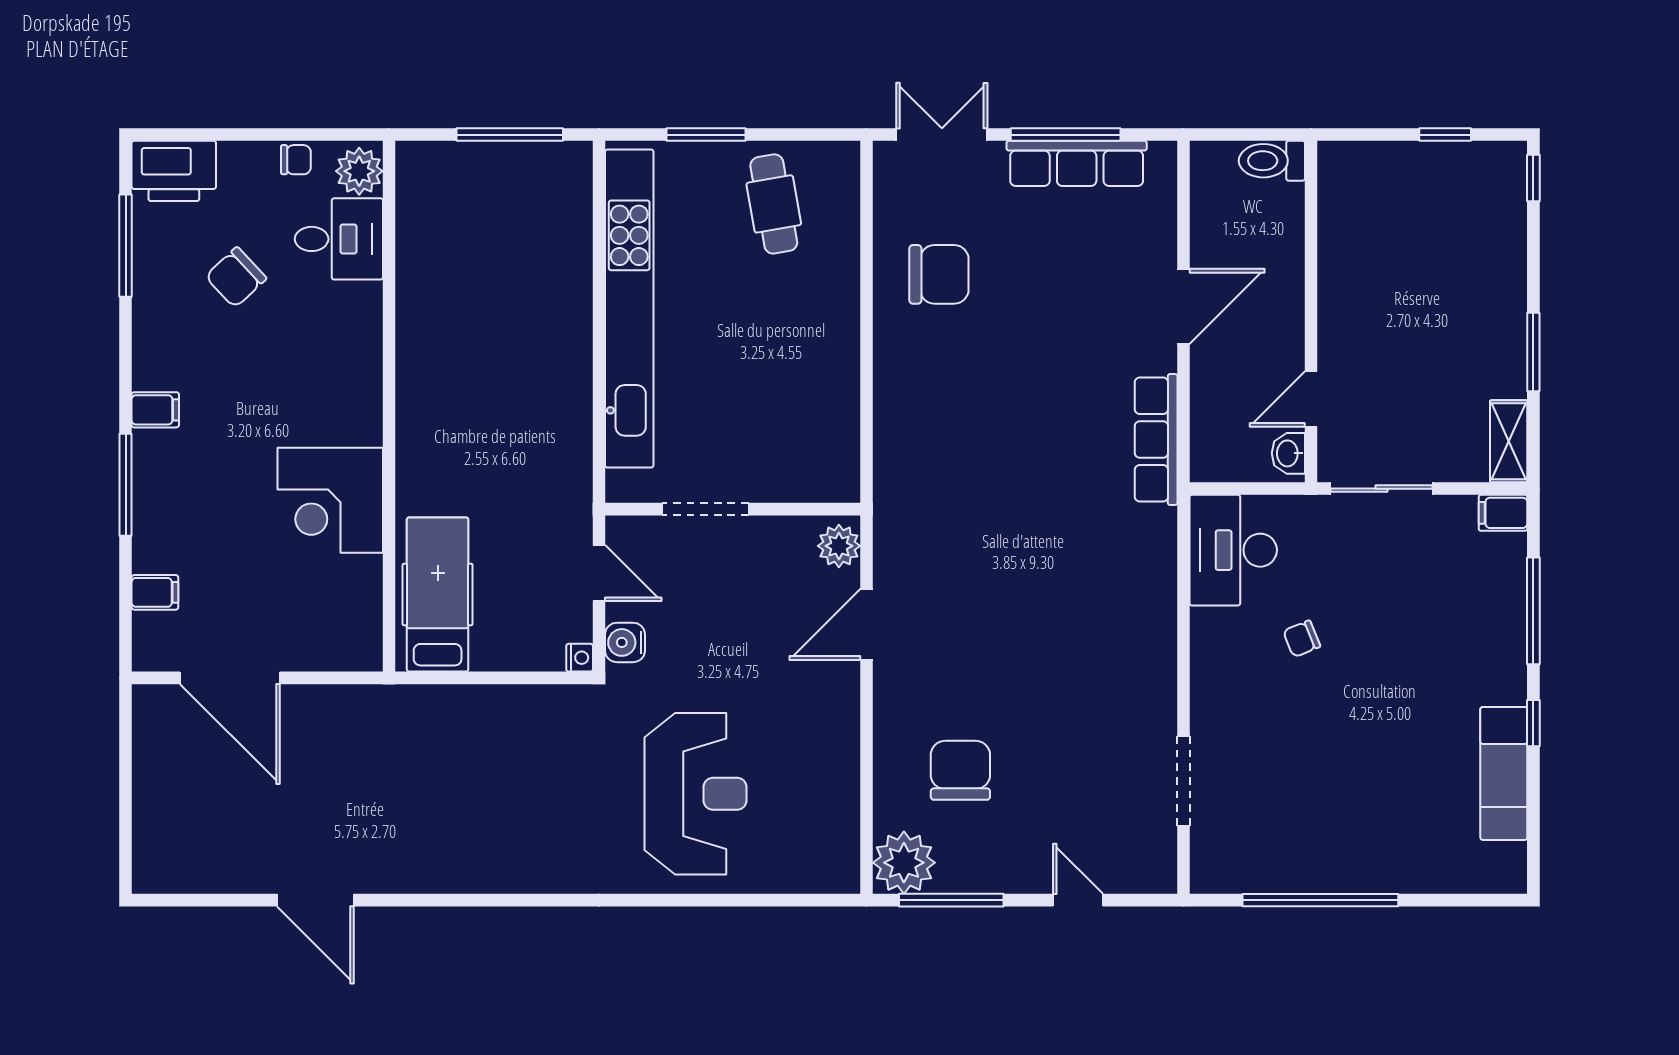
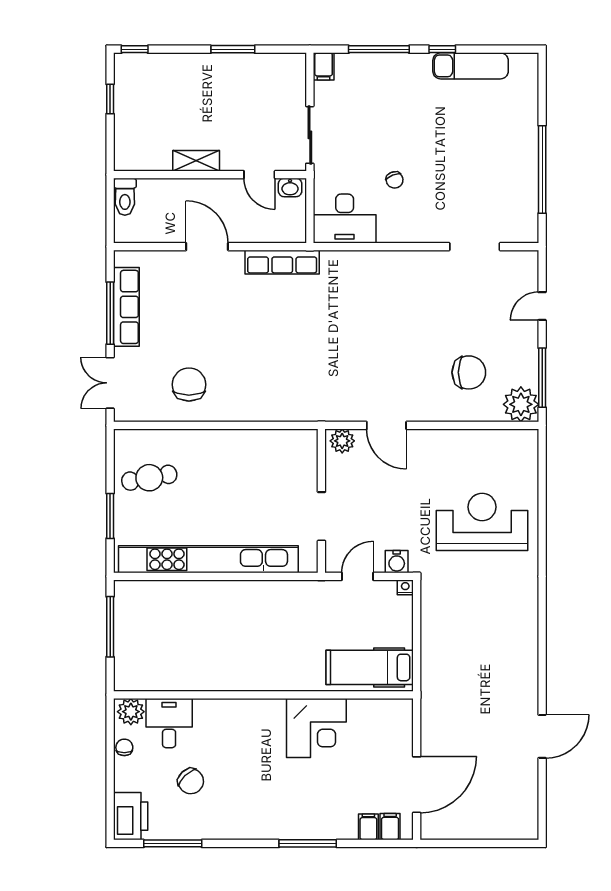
filing cabinet: (155, 410) -> (390, 827), moved
shelving: (1509, 441) -> (196, 161), moved
chair: (960, 770) -> (469, 372), turned 180

